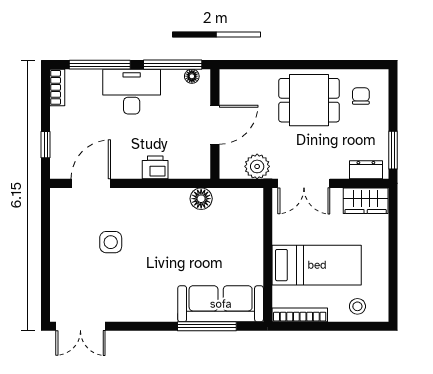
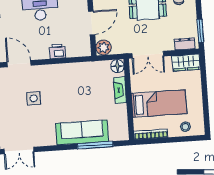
plant: (257, 166) -> (104, 48), moved
door: (91, 183) -> (19, 64), hinge flipped
floor lamp: (201, 199) -> (117, 66), moved
fireplace: (254, 238) -> (120, 90), added
sofa: (221, 304) -> (82, 132), moved

